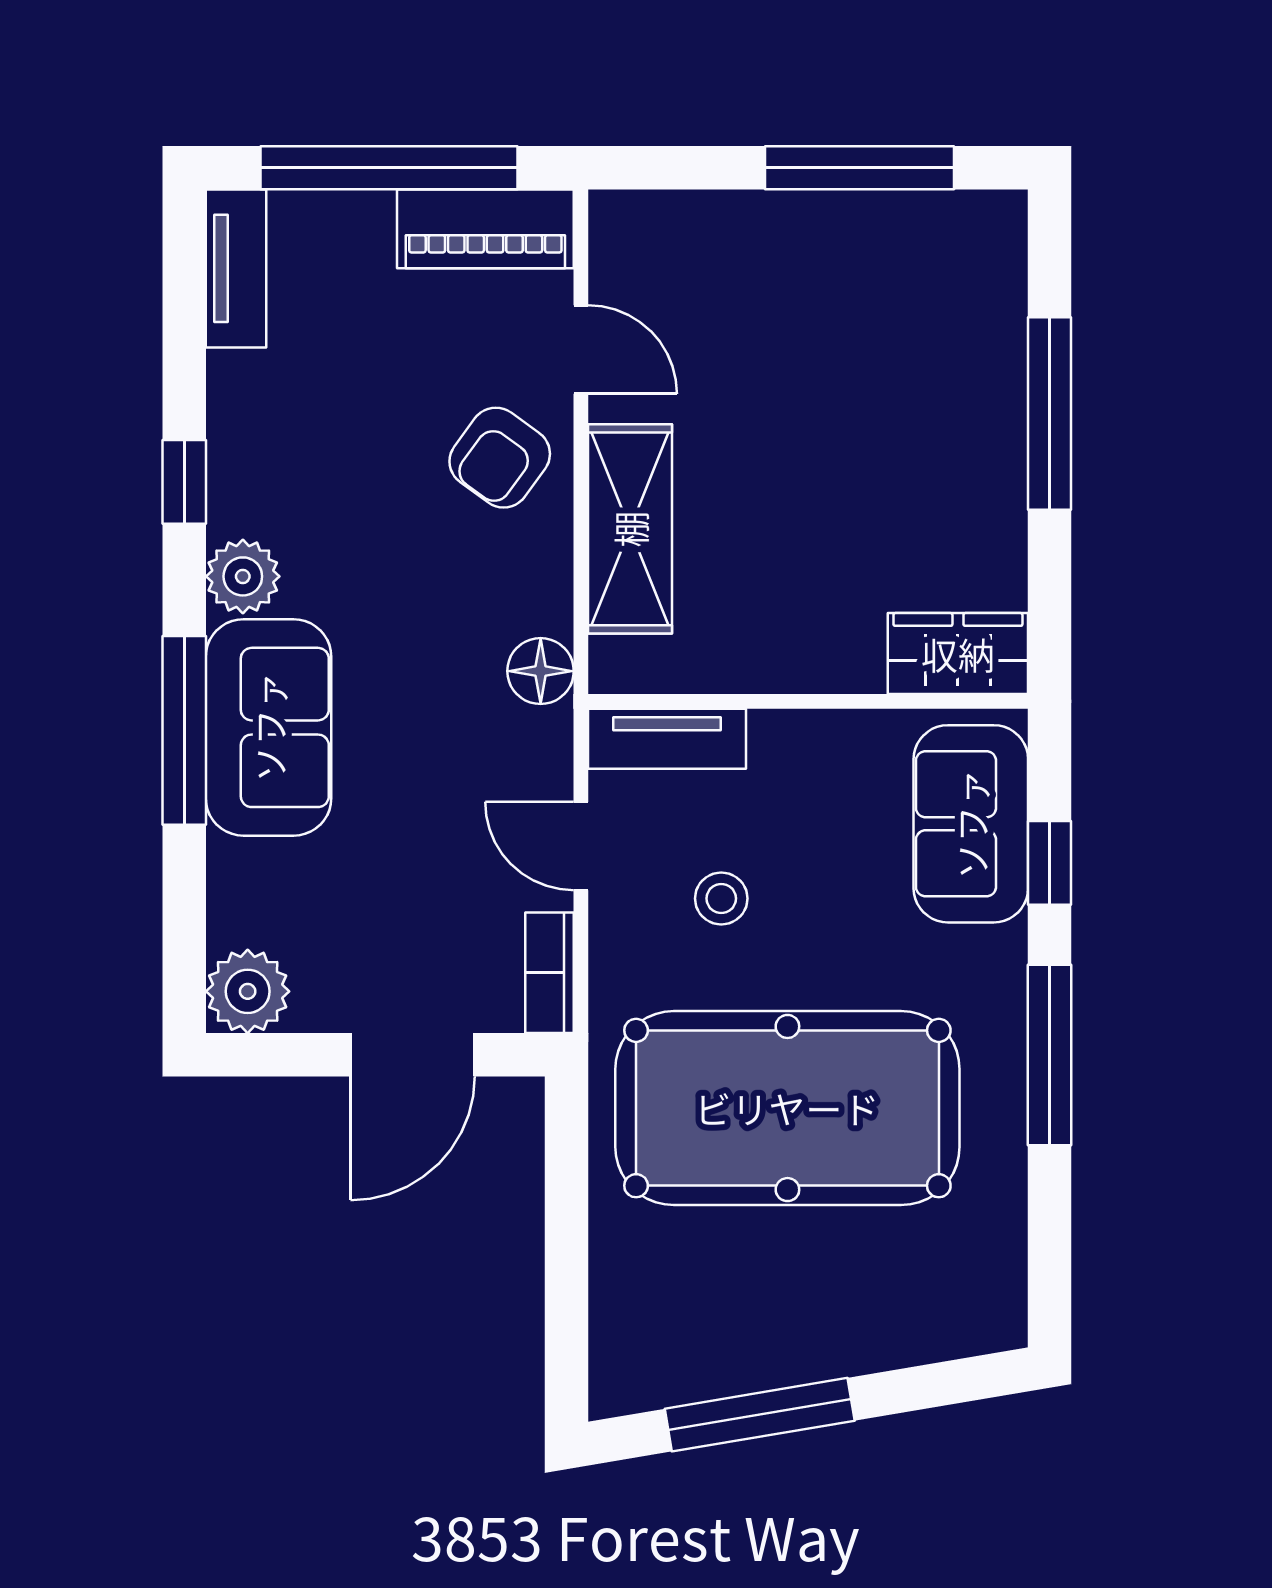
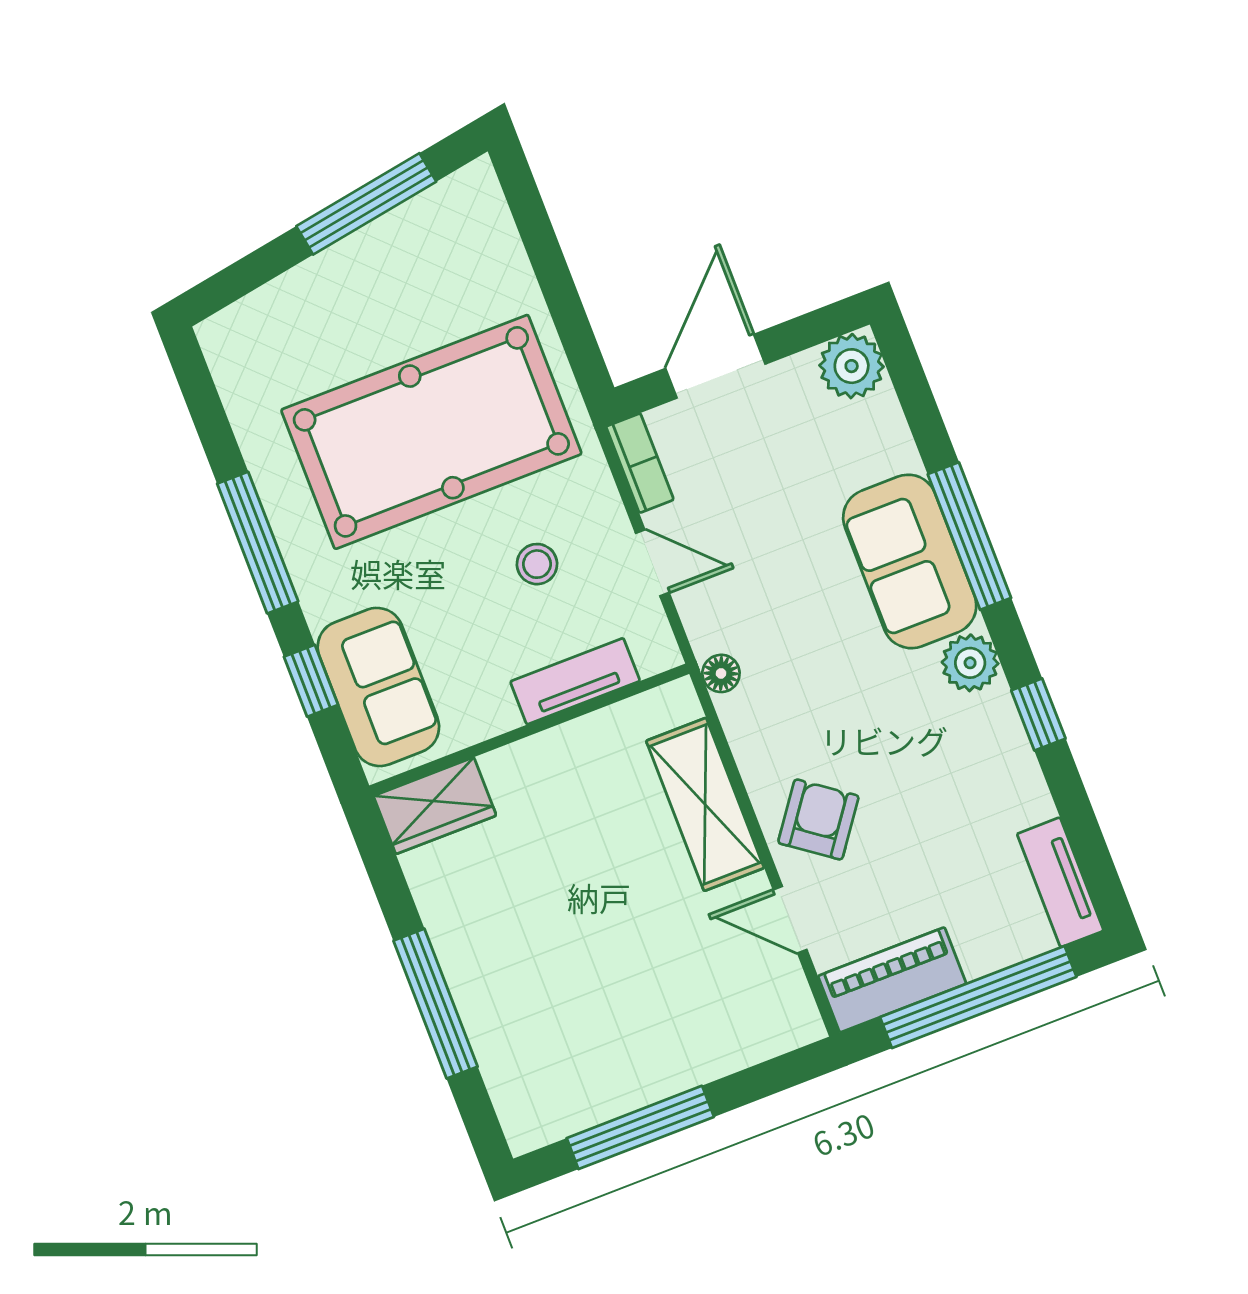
floor lamp: (541, 671) -> (721, 673), width x0.73, depth x0.73
tv unit: (667, 739) -> (575, 681), moved

